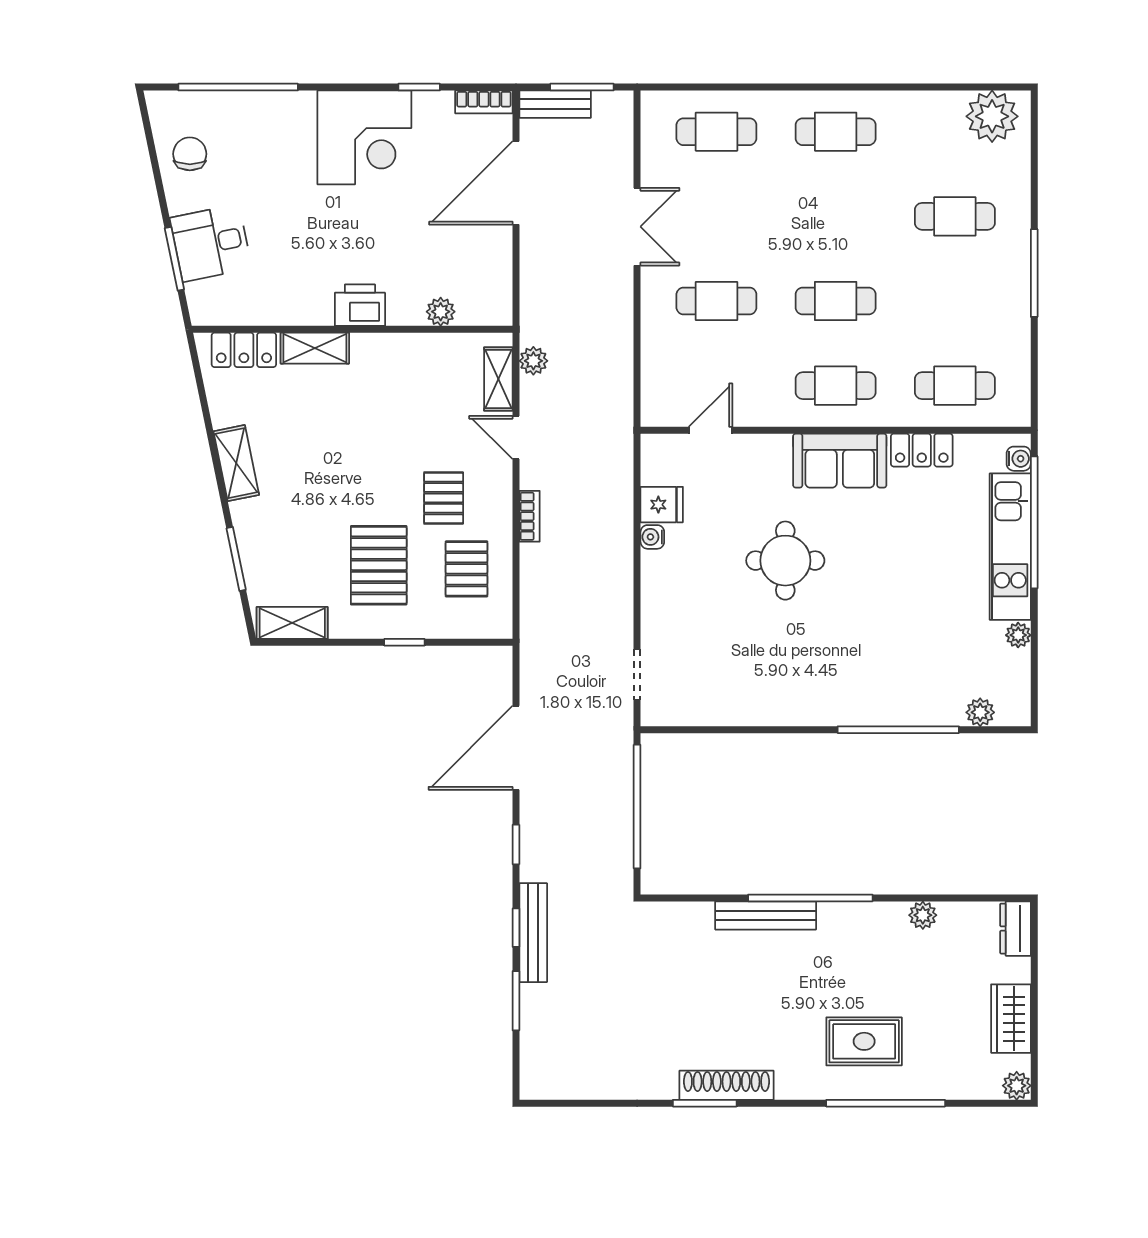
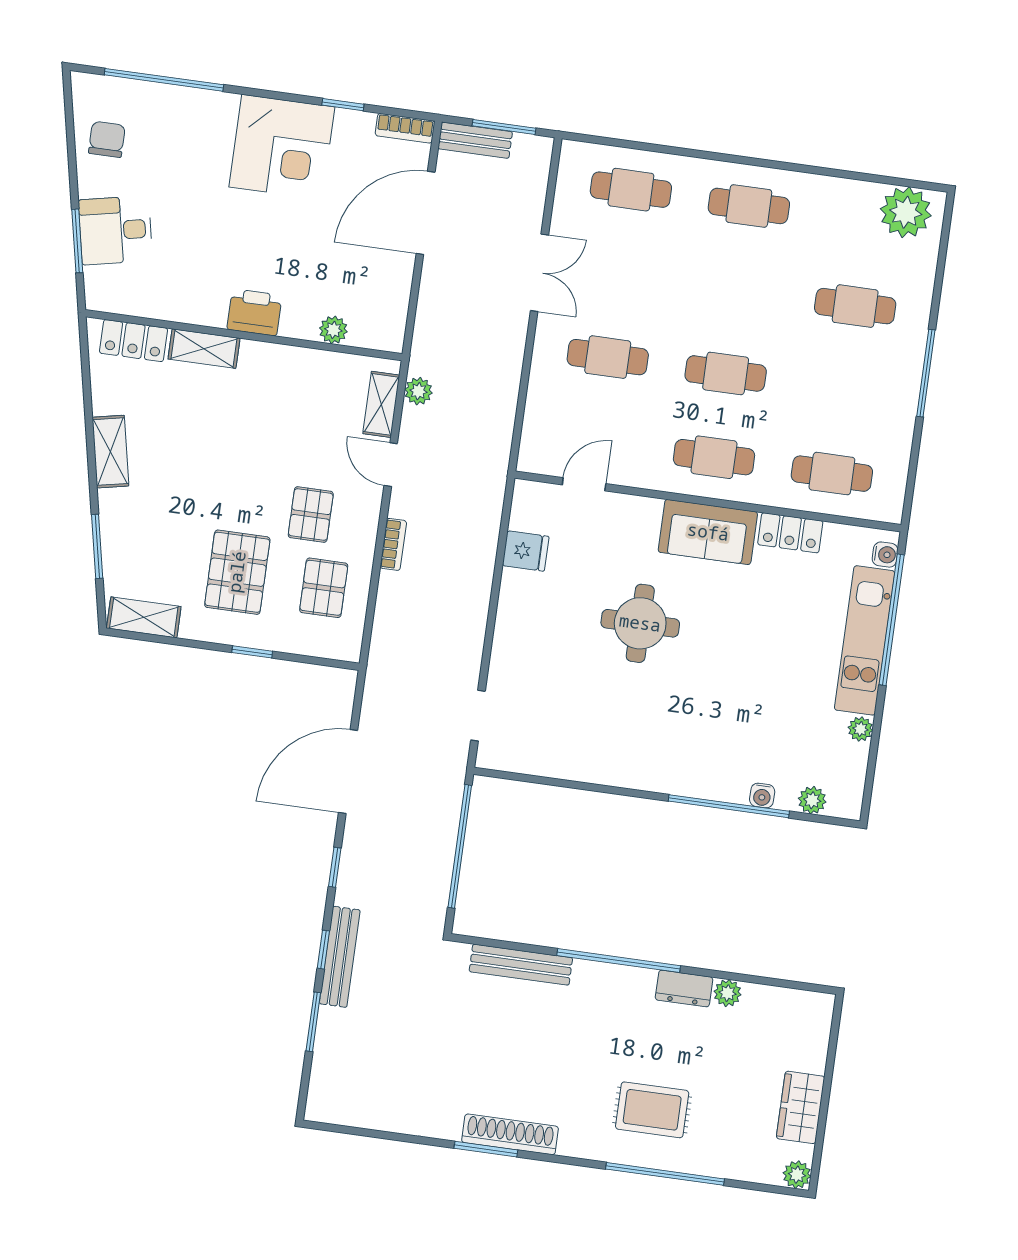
water cooler: (652, 537) -> (762, 795), moved, turned -90
bench: (766, 915) -> (521, 965), moved
dresser: (1015, 929) -> (684, 988), moved, turned -90

